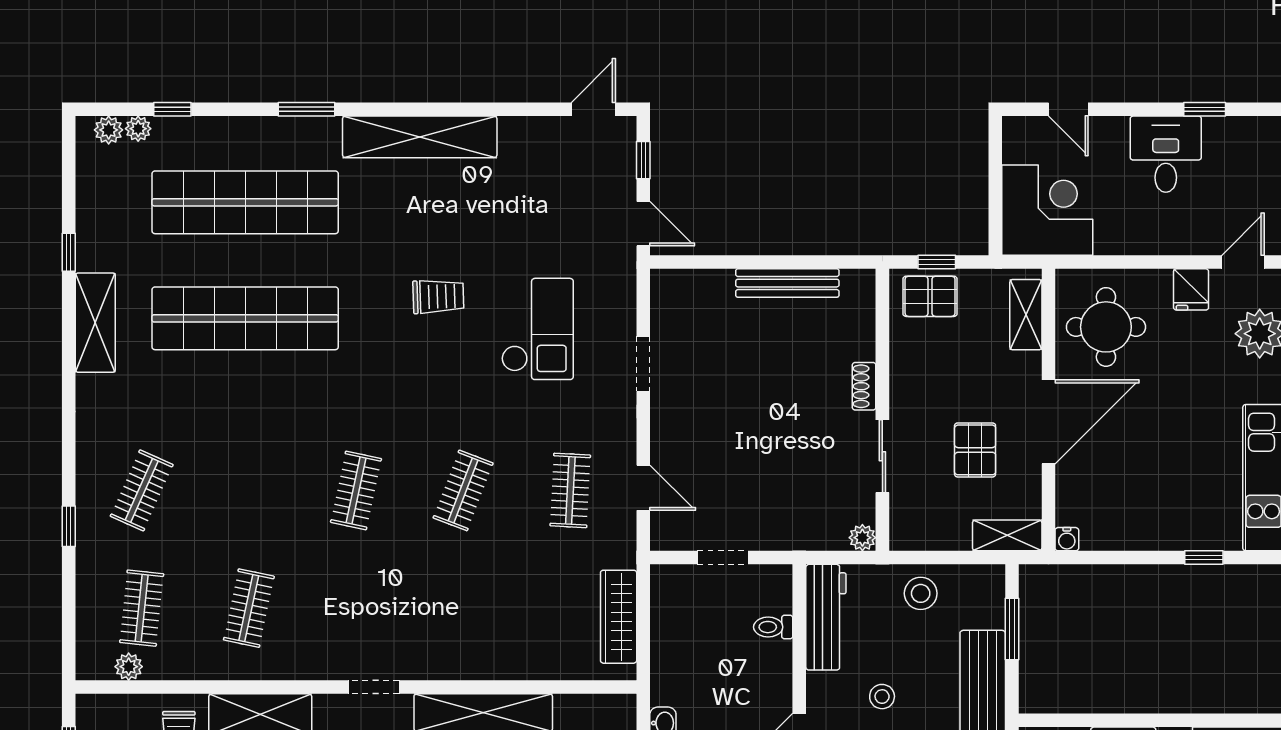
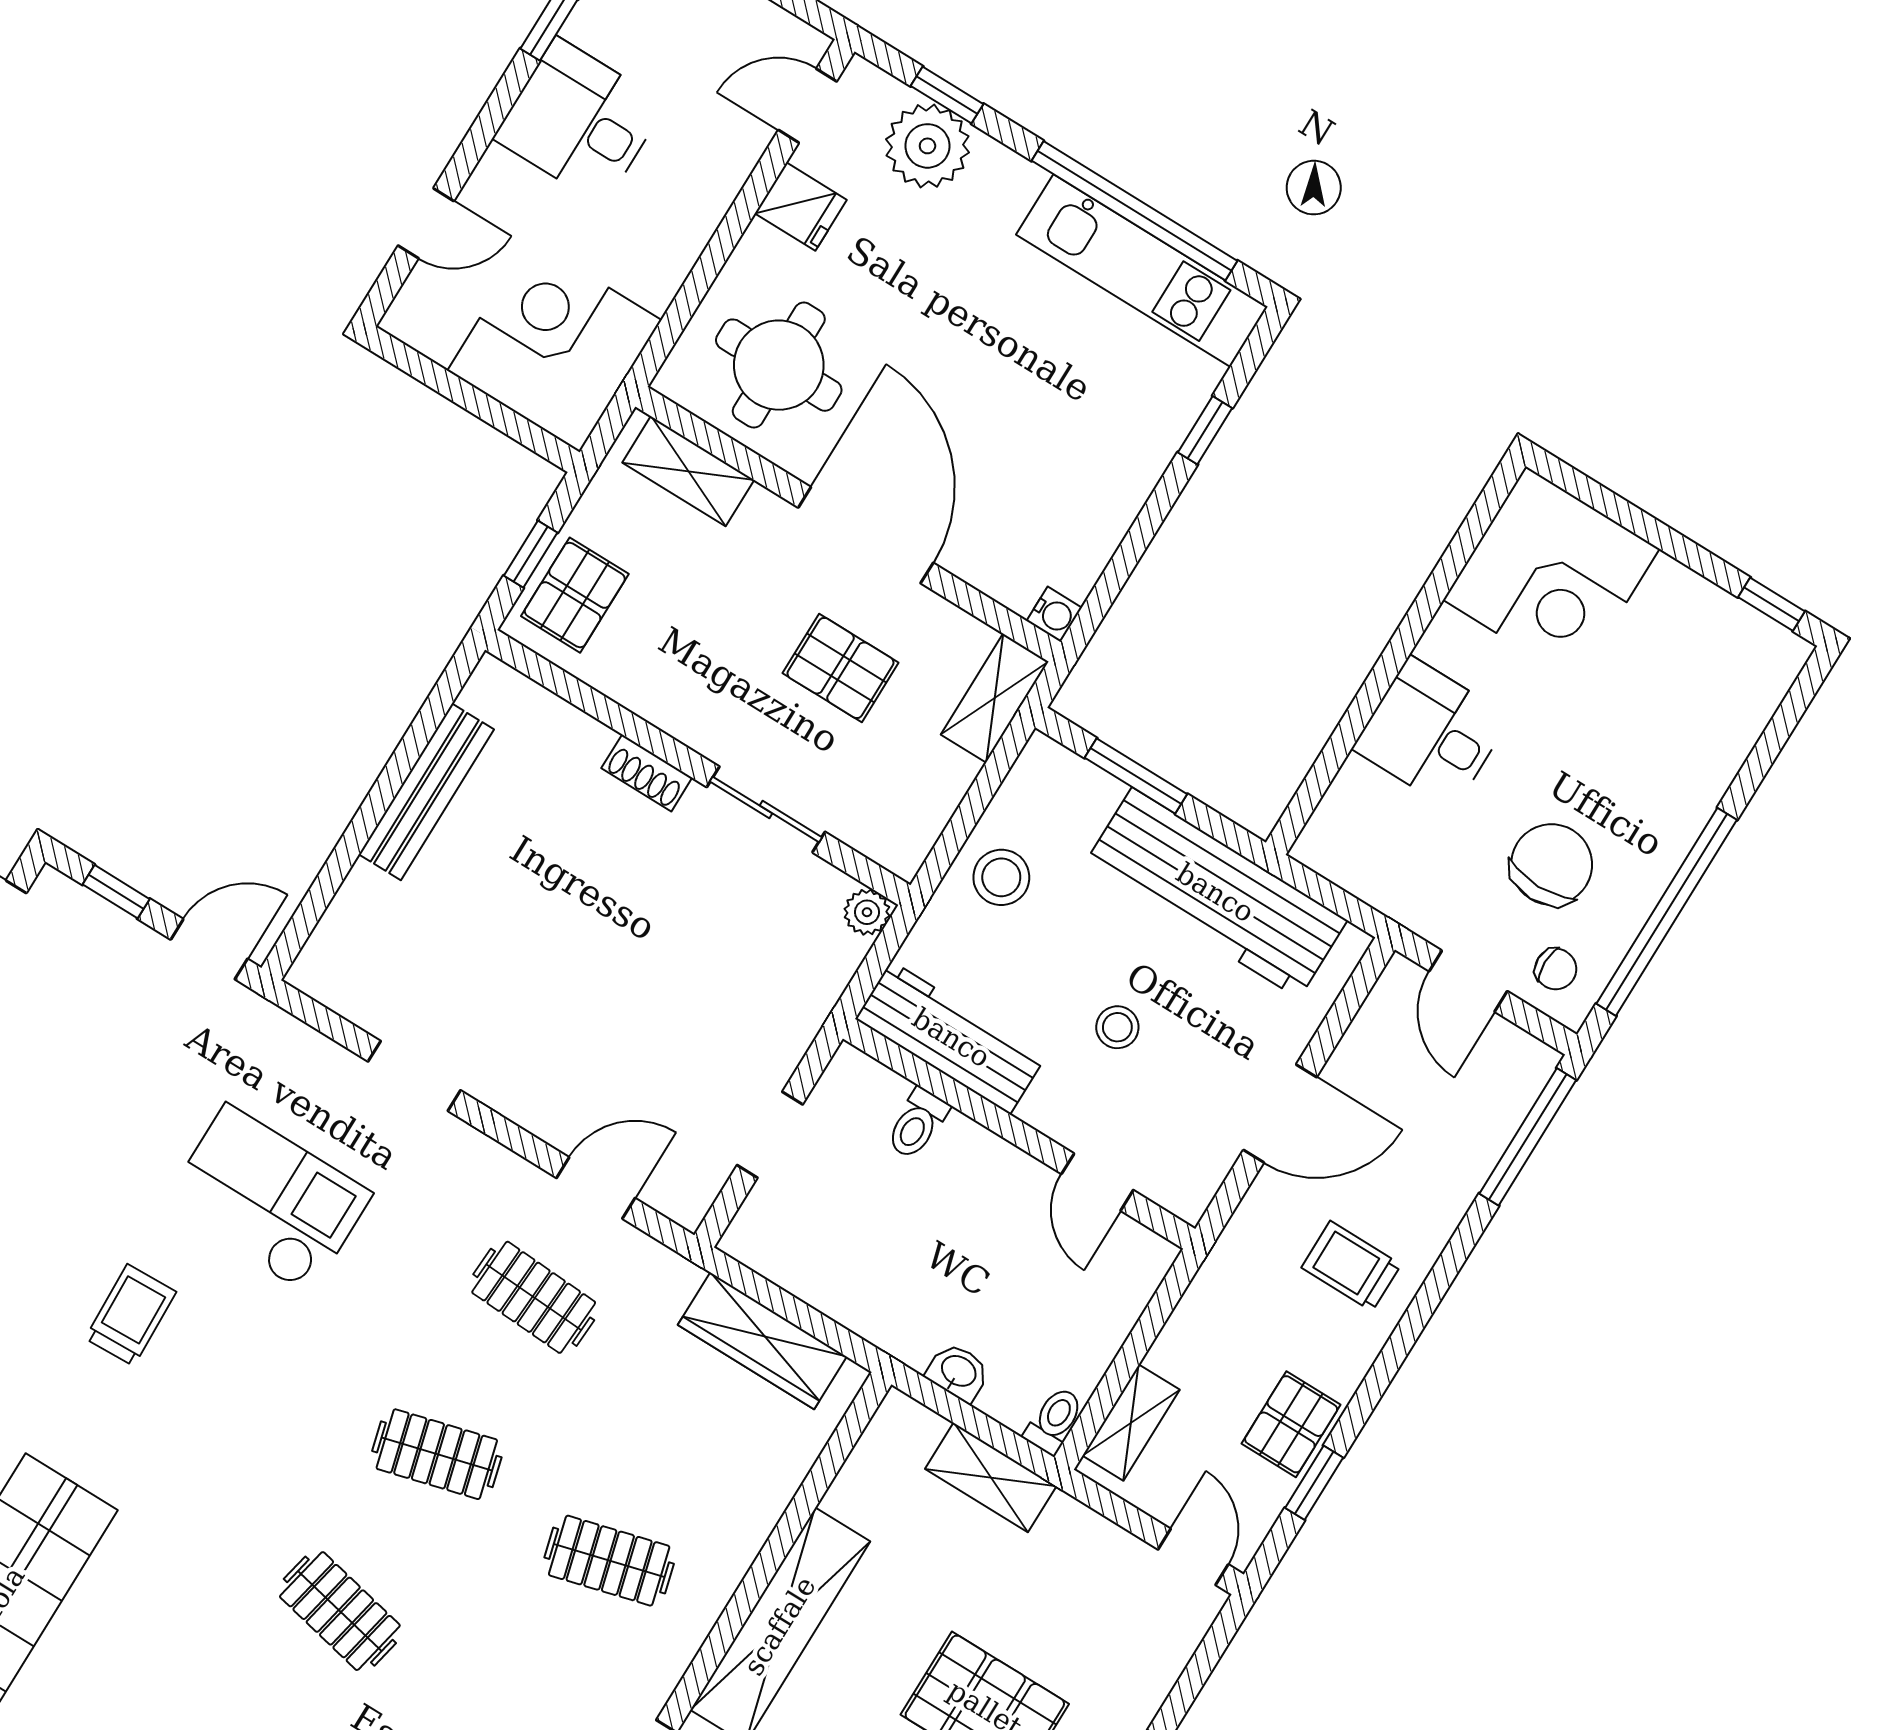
door: (1243, 262) -> (808, 106), hinge flipped
clothes rail: (463, 490) -> (437, 1454), turned -36
clothes rail: (463, 608) -> (609, 1561), added

